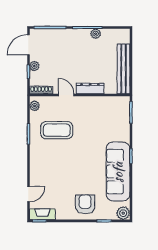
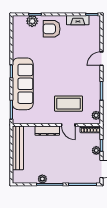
coffee table: (57, 130) -> (69, 104), moved
sofa: (118, 172) -> (23, 84), moved
door: (28, 194) -> (101, 59), moved
armchair: (85, 204) -> (52, 29), turned 90
plant: (123, 213) -> (32, 21), moved
fireplace: (42, 214) -> (78, 20), moved

